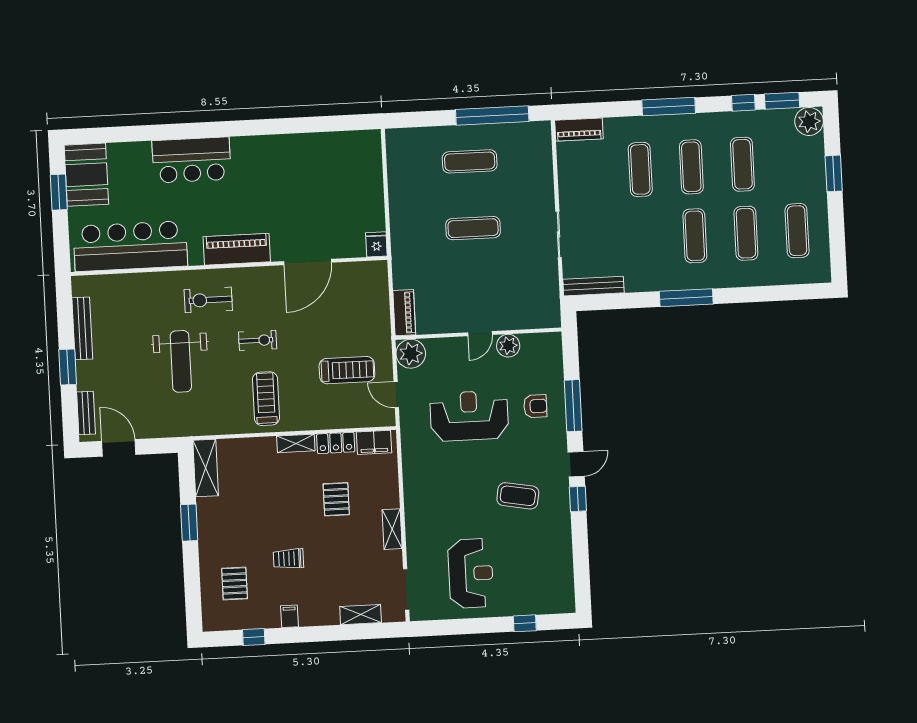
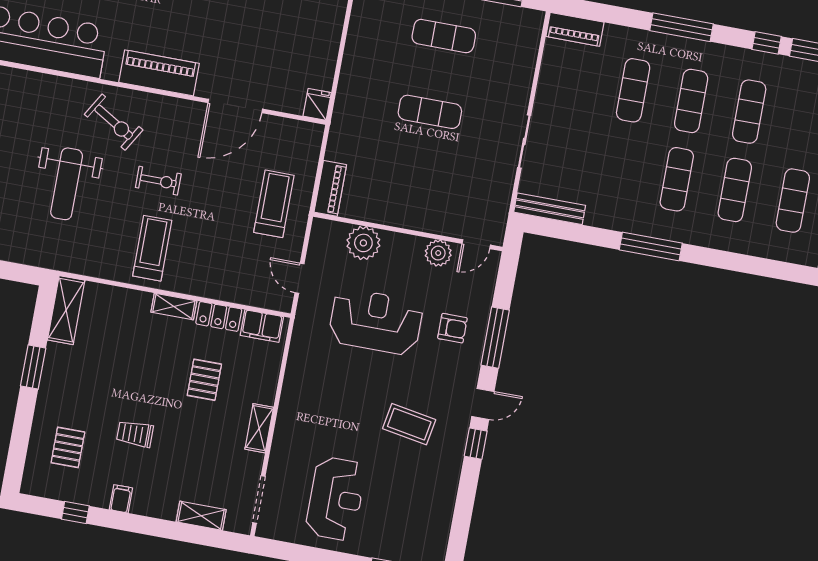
exercise bike: (208, 300) -> (114, 122), turned -149
door: (480, 334) -> (476, 244), moved
plant: (411, 354) -> (363, 243), moved
treadmill: (347, 370) -> (274, 204), moved, turned -90

